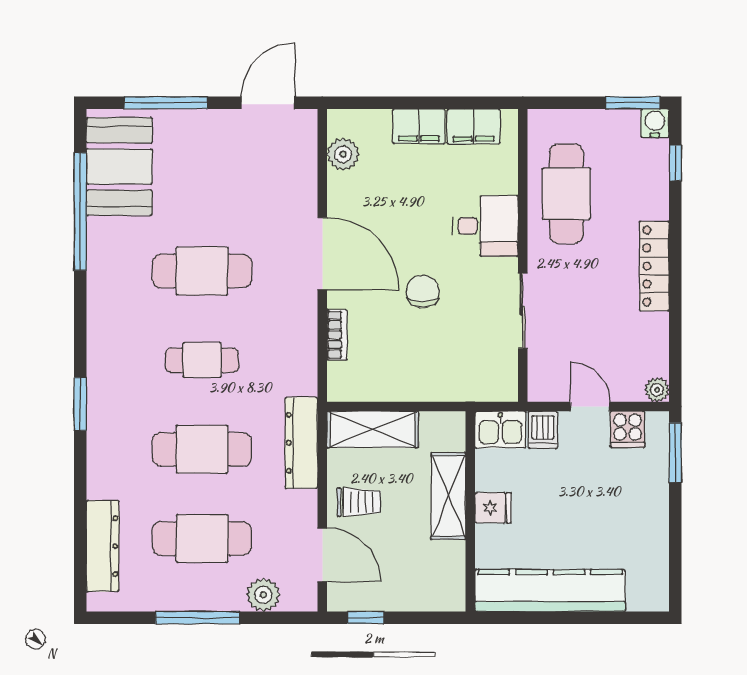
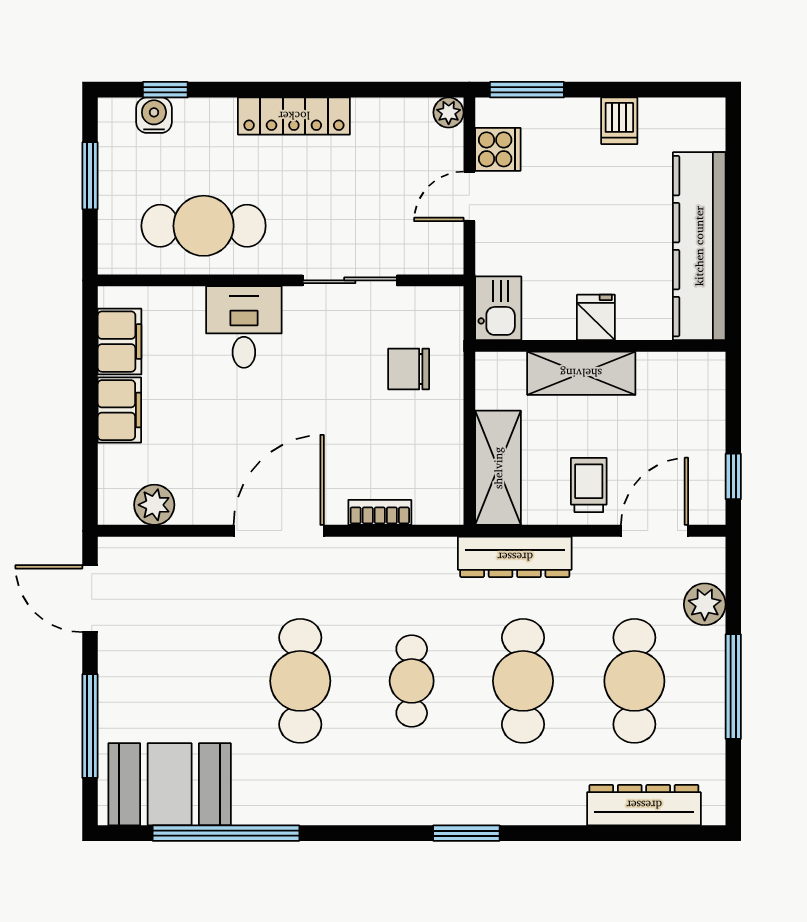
window: (633, 103) -> (90, 176), moved
water cooler: (655, 123) -> (154, 115), moved, turned 90
chair: (423, 291) -> (409, 369), moved
dishwasher: (543, 430) -> (619, 121), moved, turned 90

